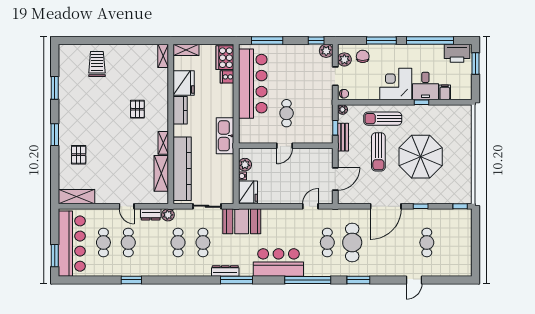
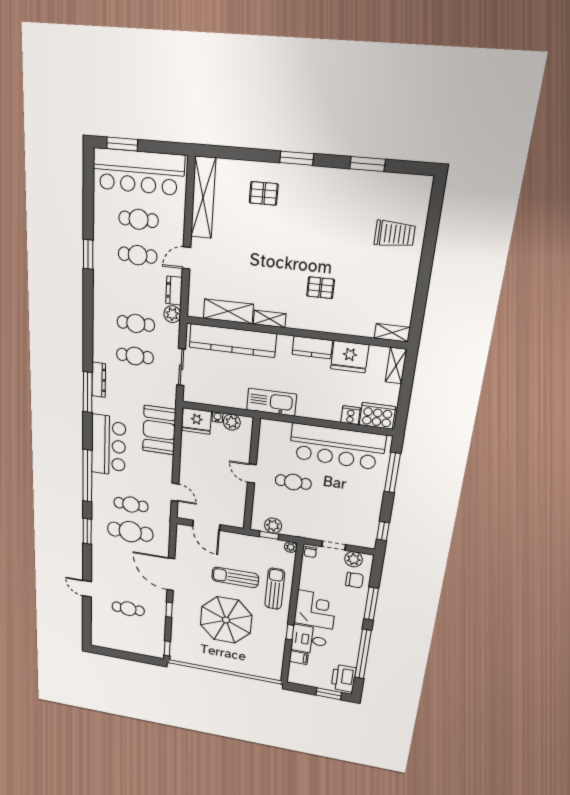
plant: (326, 51) -> (273, 526), moved
bench: (343, 137) -> (256, 542), removed
shelving: (76, 197) -> (203, 198), width x1.47
booth: (242, 221) -> (159, 430), moved

